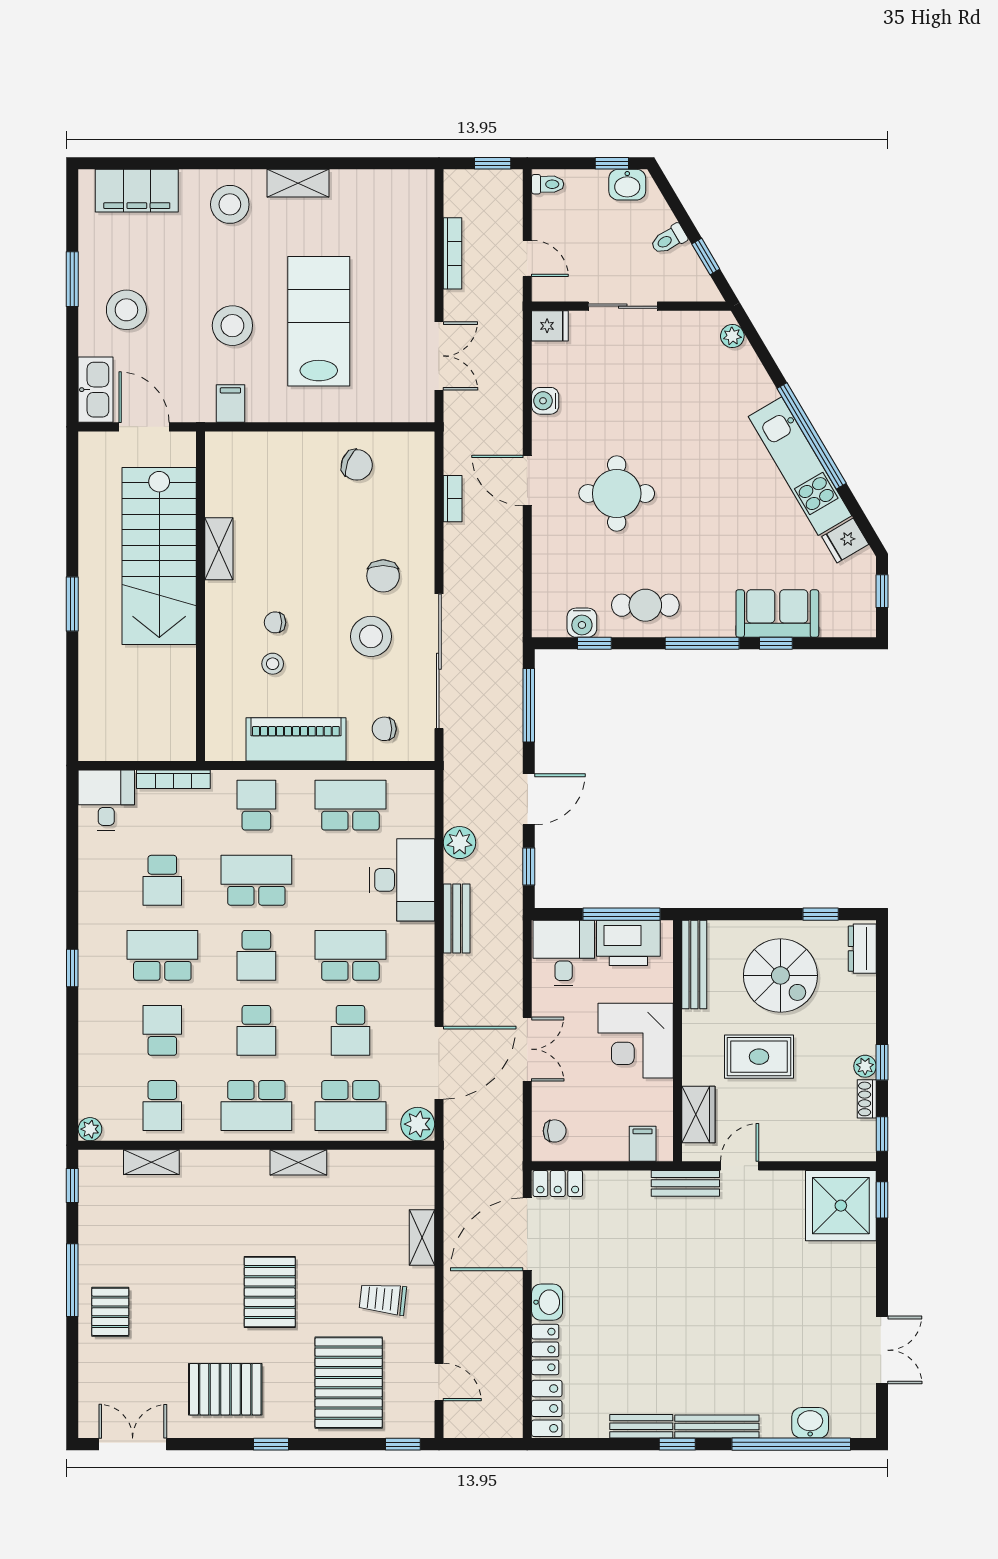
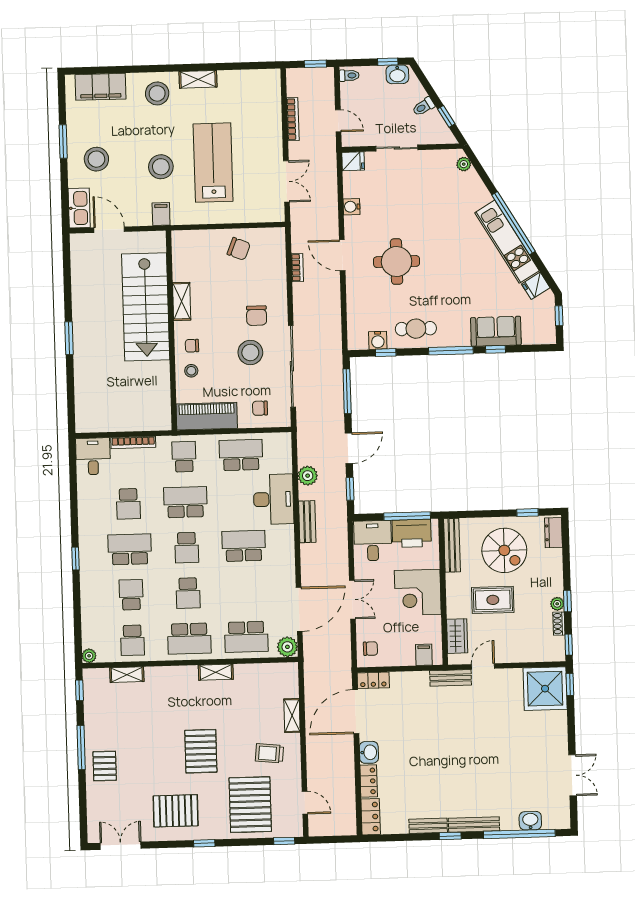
shelving: (219, 549) -> (182, 301), moved
stairs: (159, 556) -> (146, 307), moved
wall: (200, 596) -> (171, 330), moved
school desk: (350, 1030) -> (245, 591), removed

